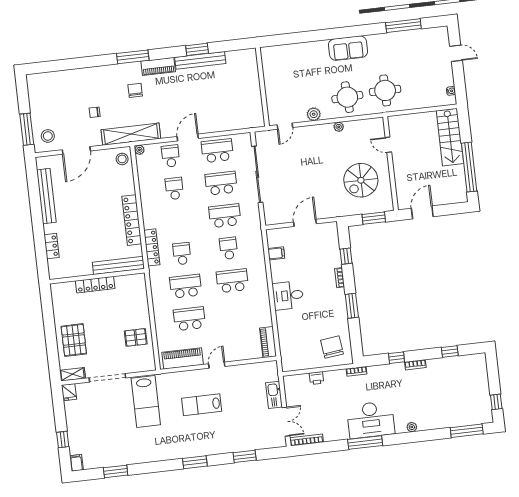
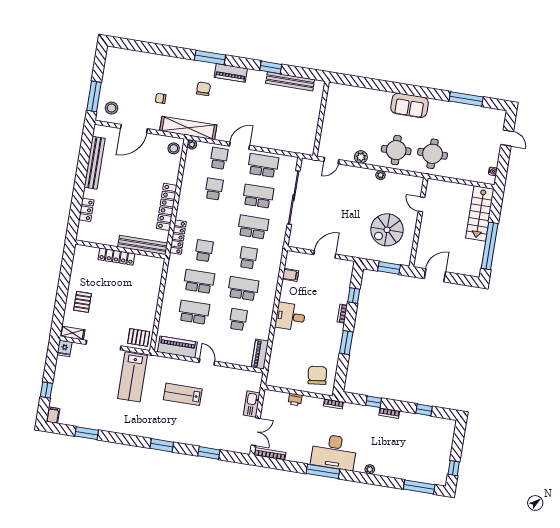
bench: (200, 60) -> (290, 81), moved
school desk: (236, 313) -> (238, 319), added
pallet: (136, 337) -> (139, 337), moved
pallet: (74, 340) -> (82, 302), width x0.67, depth x0.71
door: (217, 365) -> (207, 362), hinge flipped

